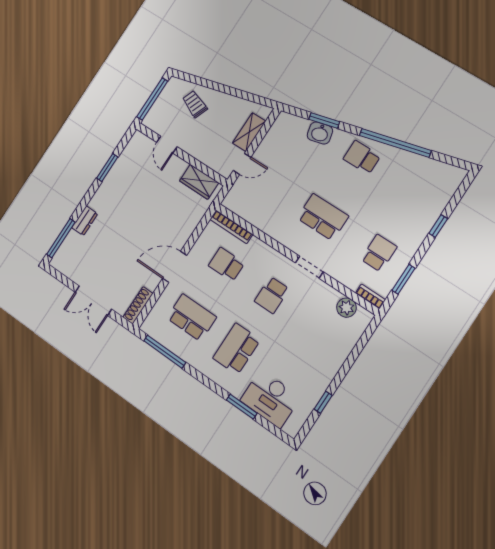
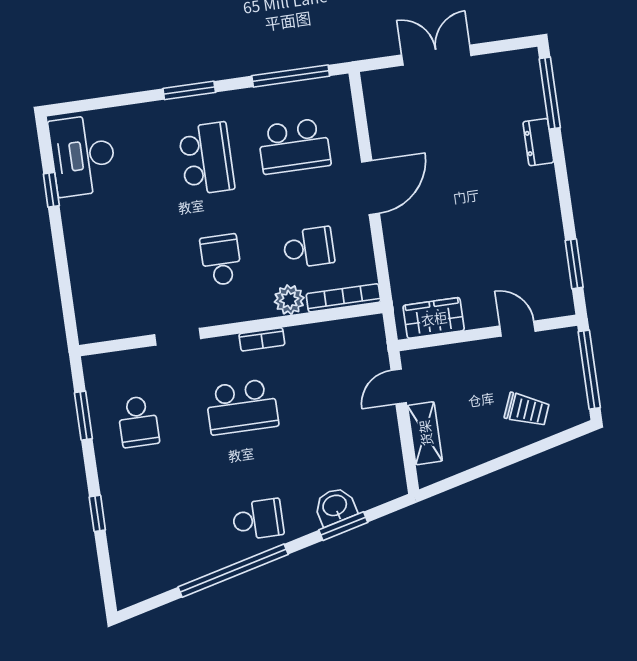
window: (107, 168) -> (574, 264), moved
doorway: (309, 267) -> (178, 337), moved
bookcase: (370, 296) -> (262, 339), moved
shoe rack: (138, 305) -> (374, 100), removed
plant: (346, 308) -> (289, 300), moved
desk: (270, 399) -> (83, 155), moved, turned -90
window: (242, 407) -> (189, 90), moved

